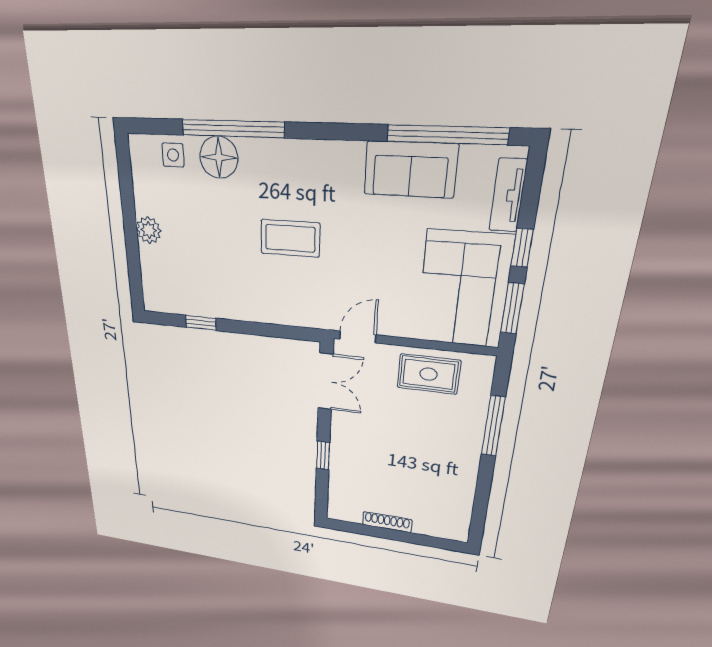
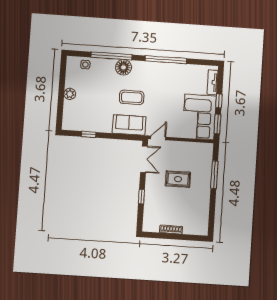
window: (447, 135) -> (166, 60), moved
floor lamp: (219, 157) -> (124, 67), moved
sofa: (410, 170) -> (129, 125), moved, turned 180
rug: (429, 374) -> (178, 179), moved

